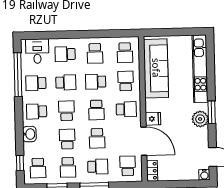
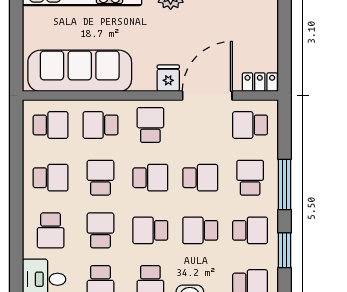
school desk: (96, 82) -> (100, 178), turned 180

